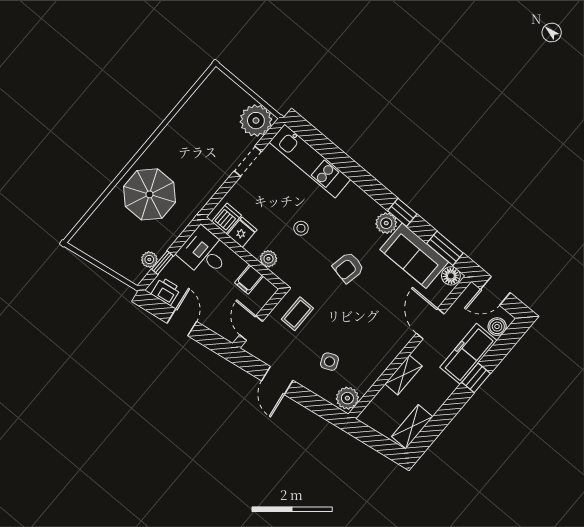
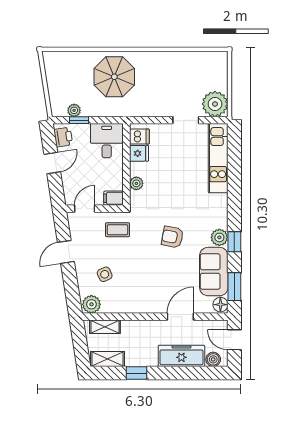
stool: (301, 228) -> (172, 188), removed
filing cabinet: (249, 279) -> (113, 198), moved
shelving: (403, 375) -> (105, 327), moved
window: (476, 378) -> (137, 373), moved

